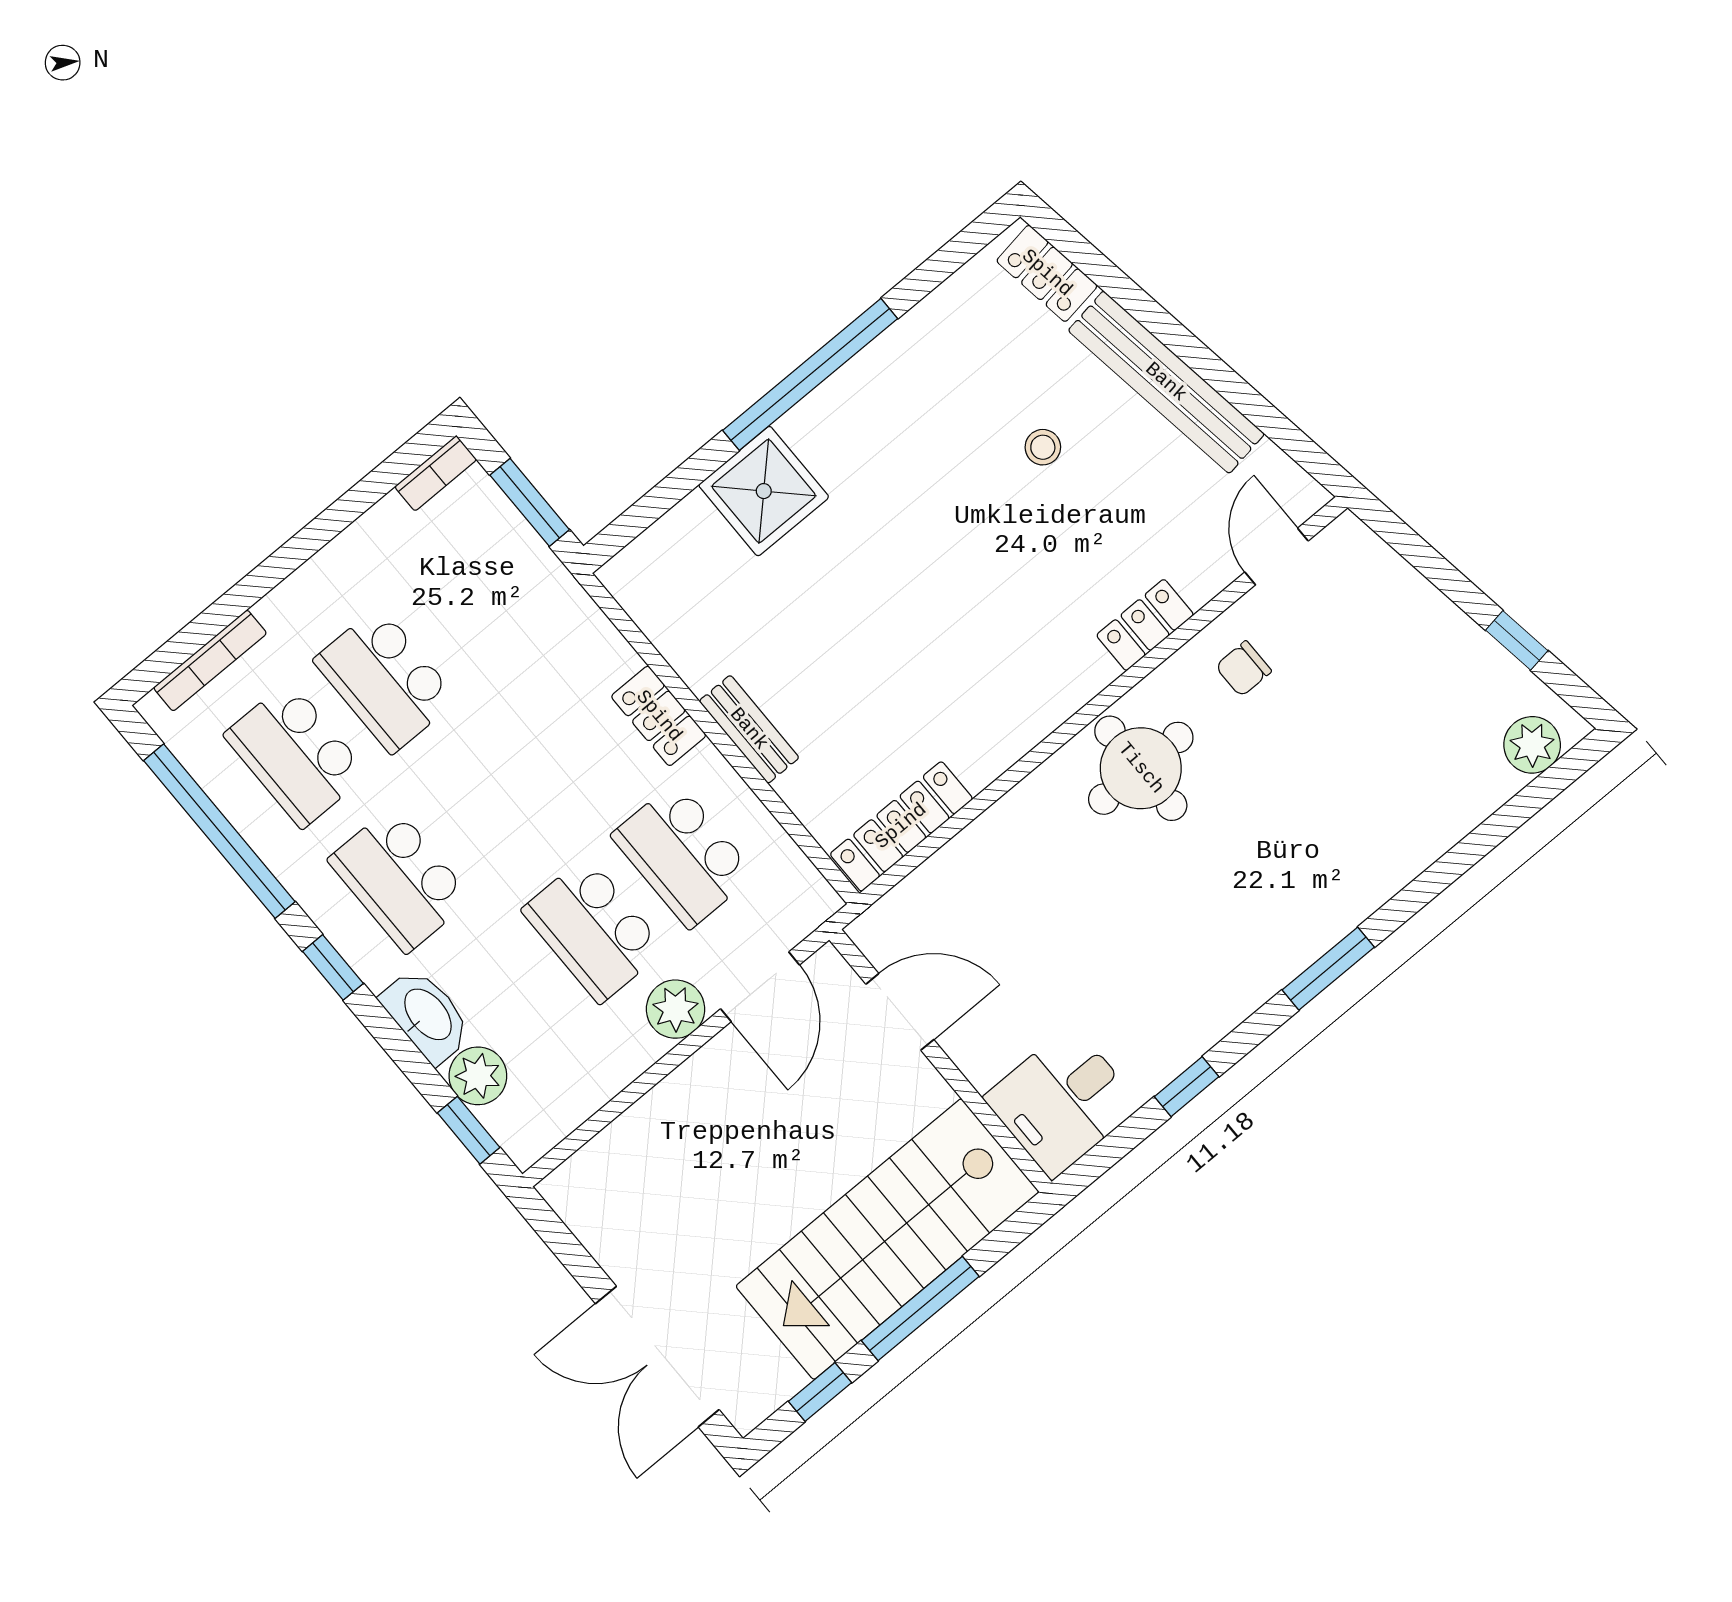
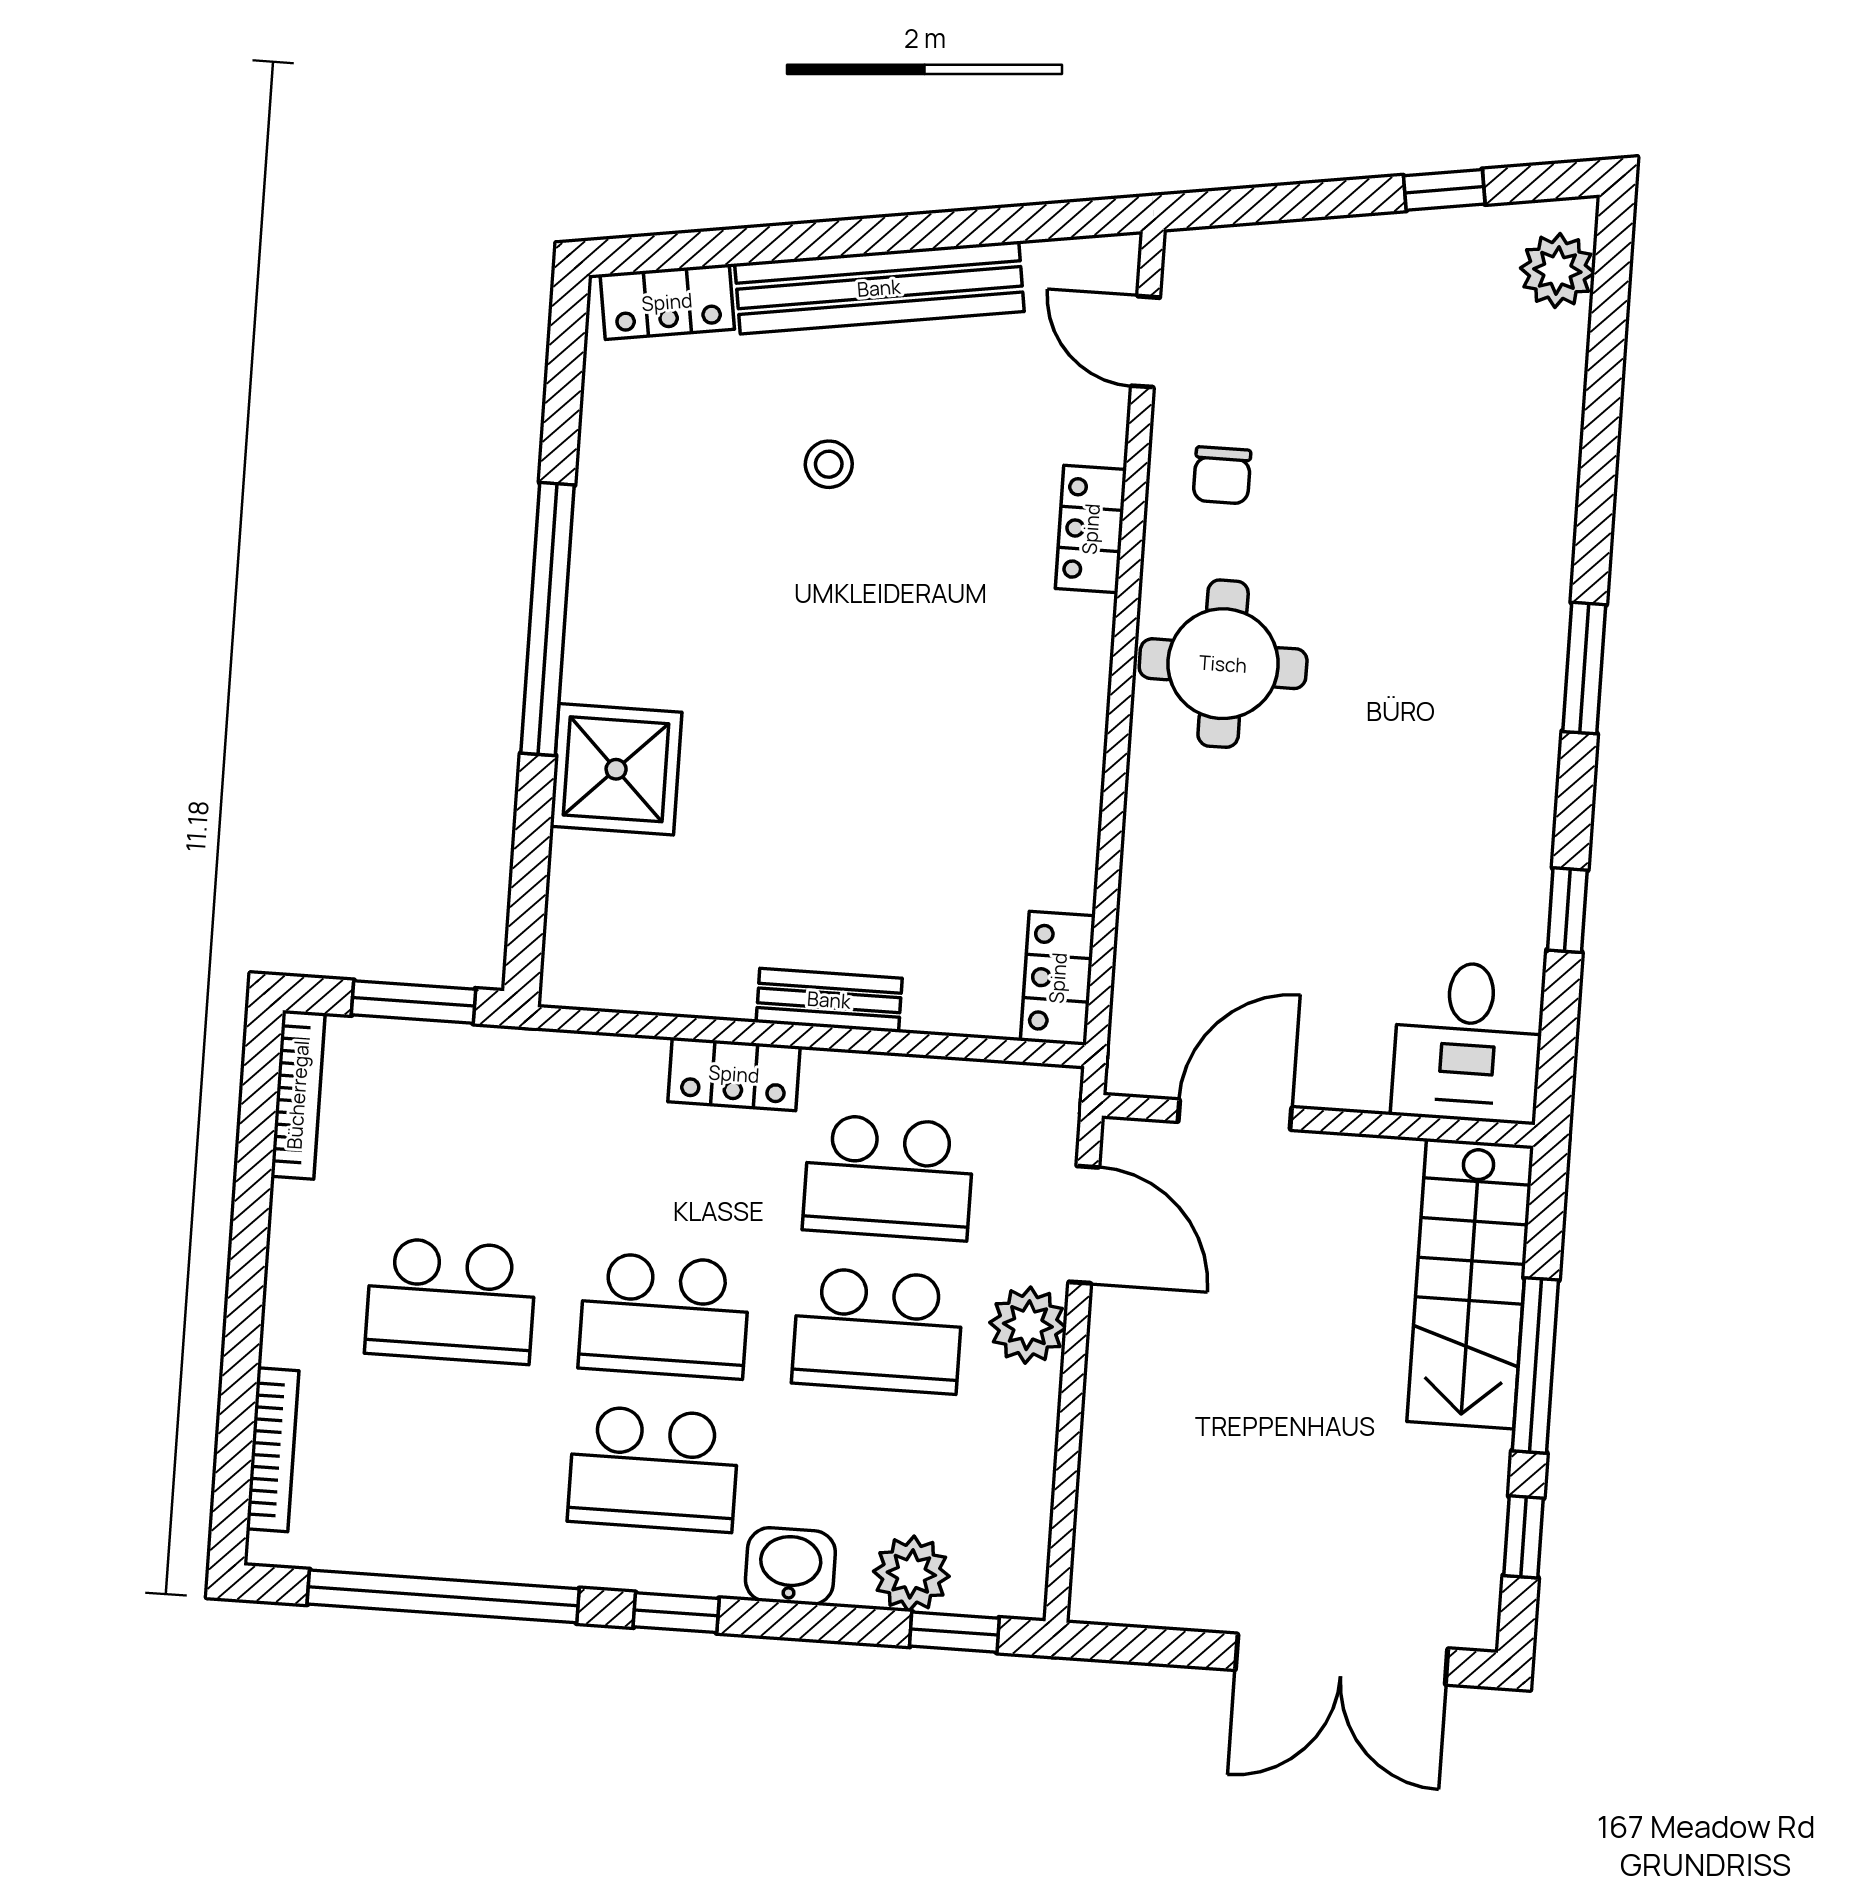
bookcase: (436, 473) -> (298, 1095), width x1.56
school desk: (296, 754) -> (664, 1316), moved
locker: (901, 826) -> (1058, 978), width x0.66
washbasin: (427, 1015) -> (790, 1566), width x0.72
stairs: (887, 1239) -> (1470, 1284), width x0.73, depth x0.66

